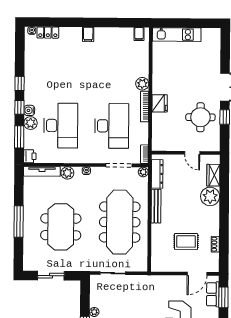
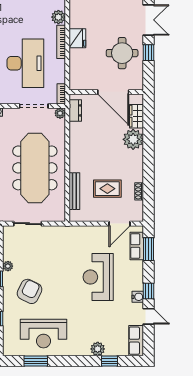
door: (192, 153) -> (113, 92), width x1.88
dresser: (157, 174) -> (75, 110), width x0.70
bench: (156, 206) -> (74, 191), moved

